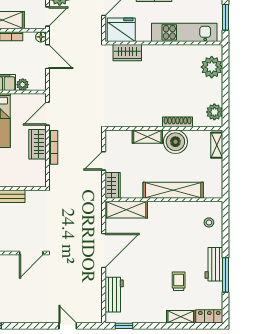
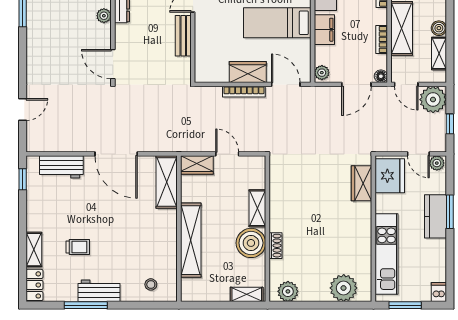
plant: (23, 85) -> (322, 73), moved
shoe rack: (178, 122) -> (275, 246), width x0.70

